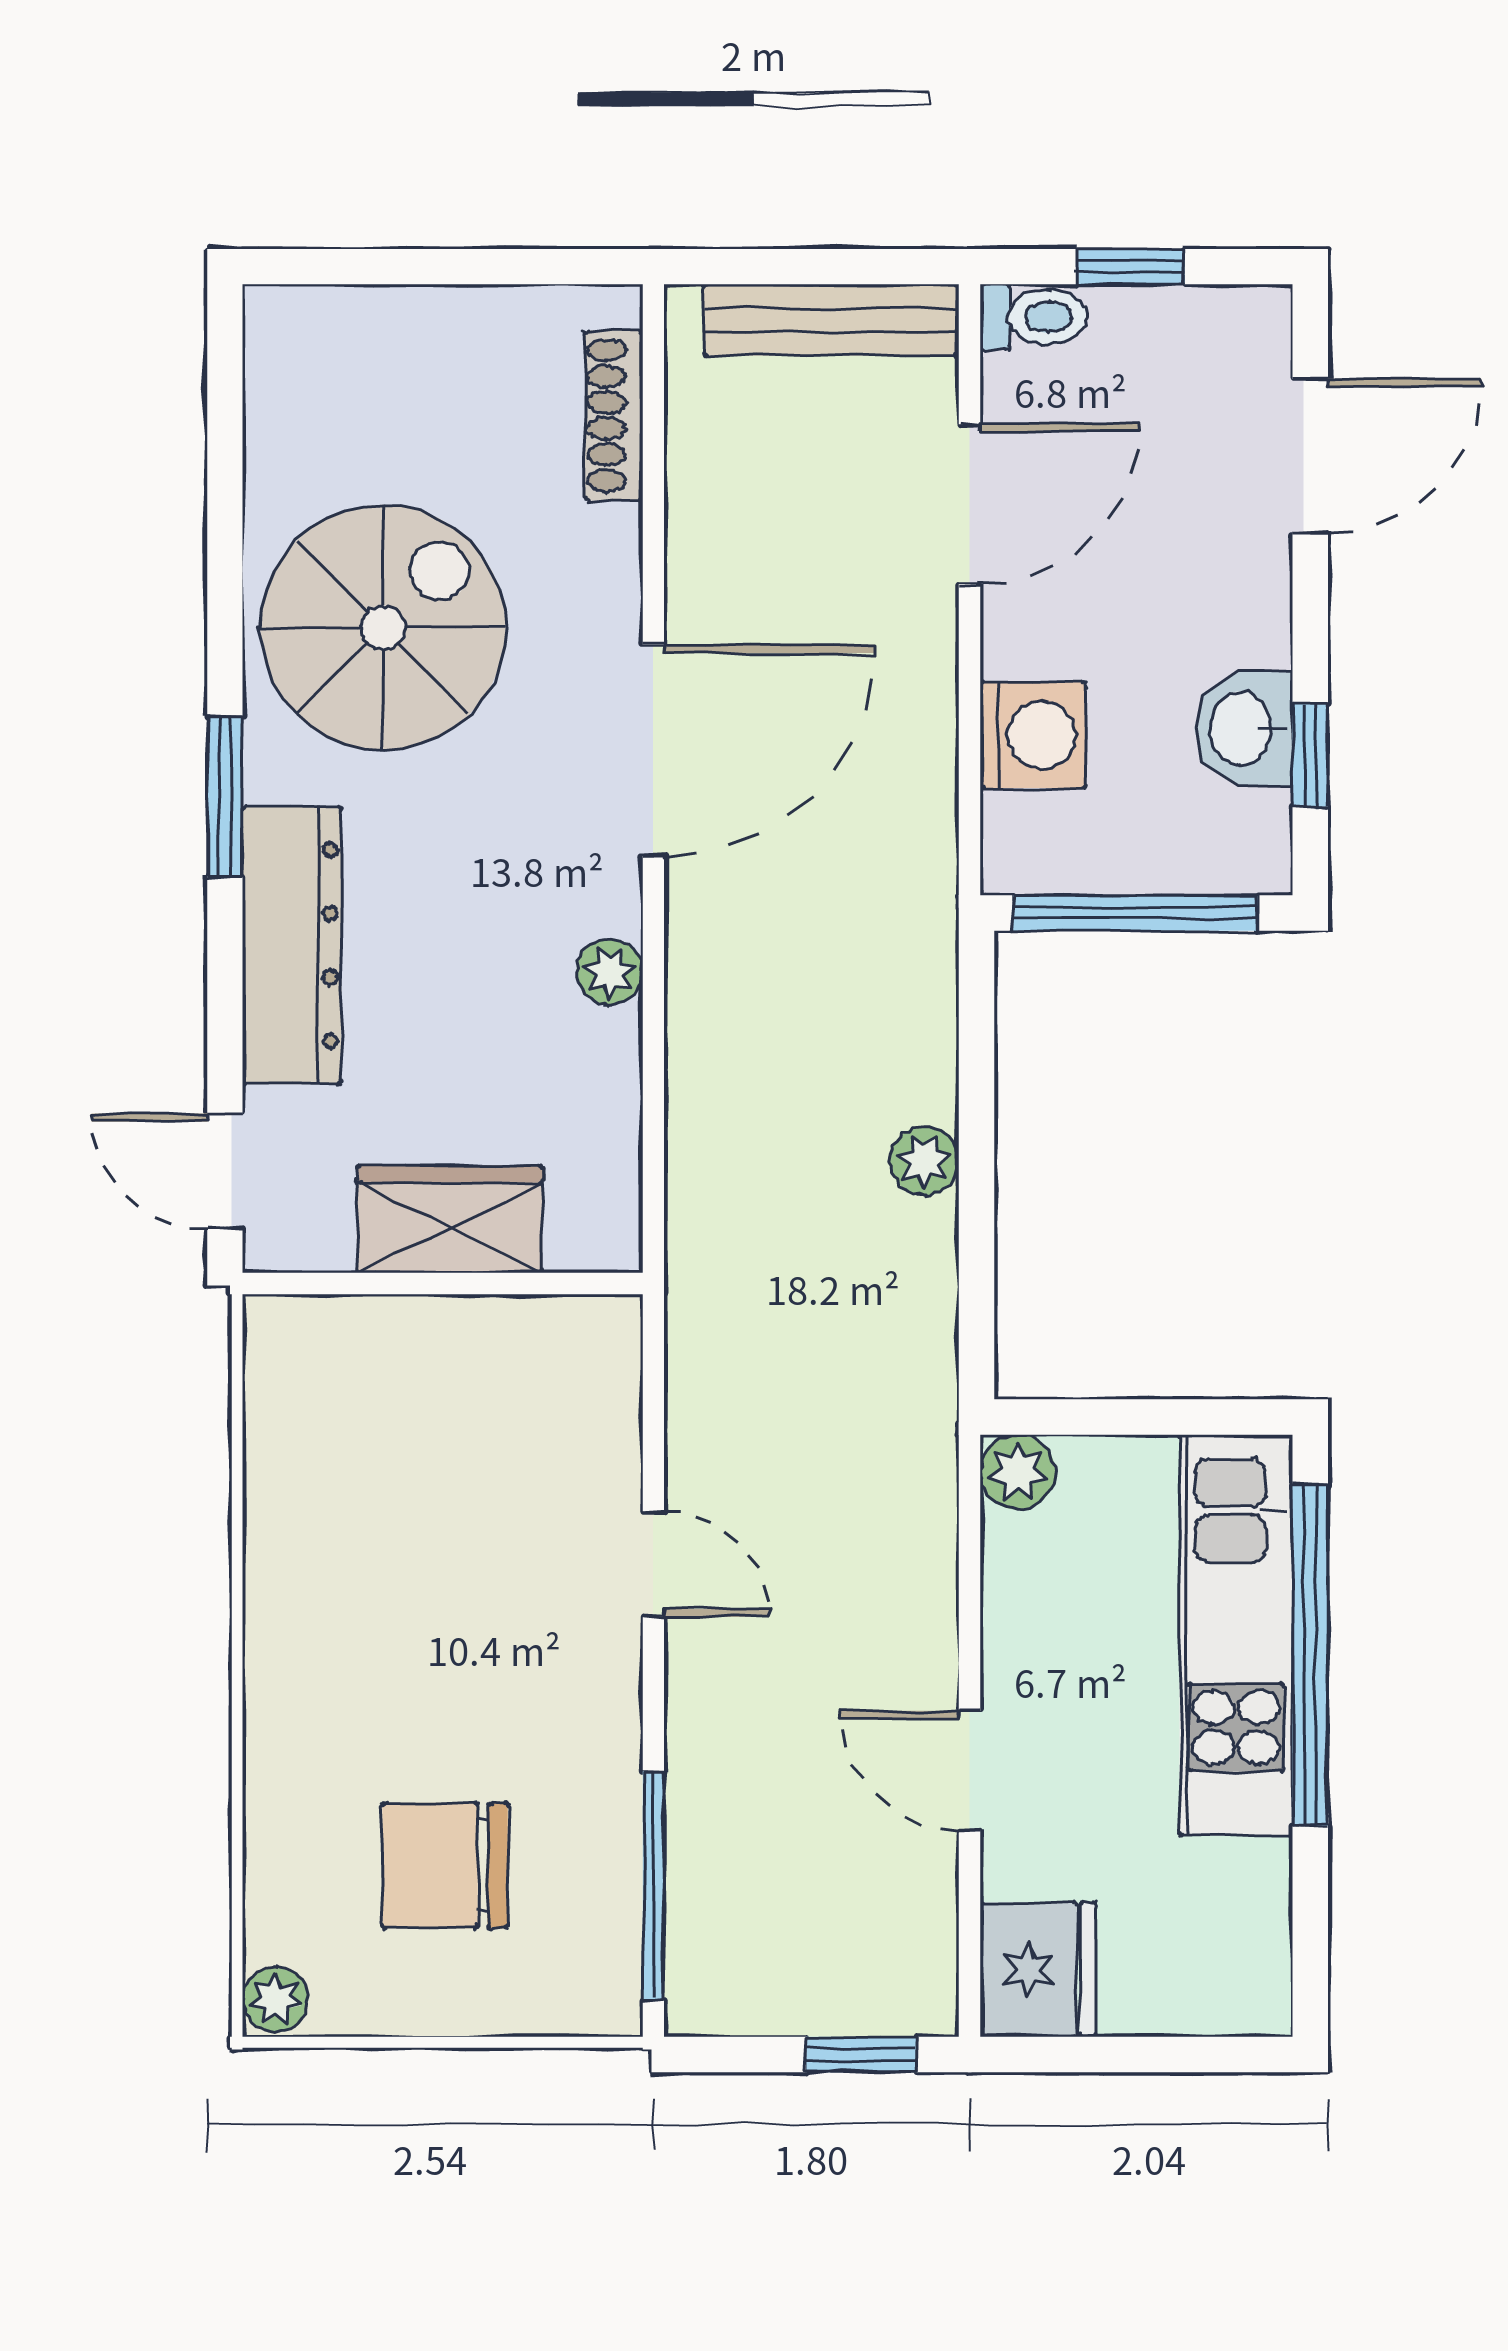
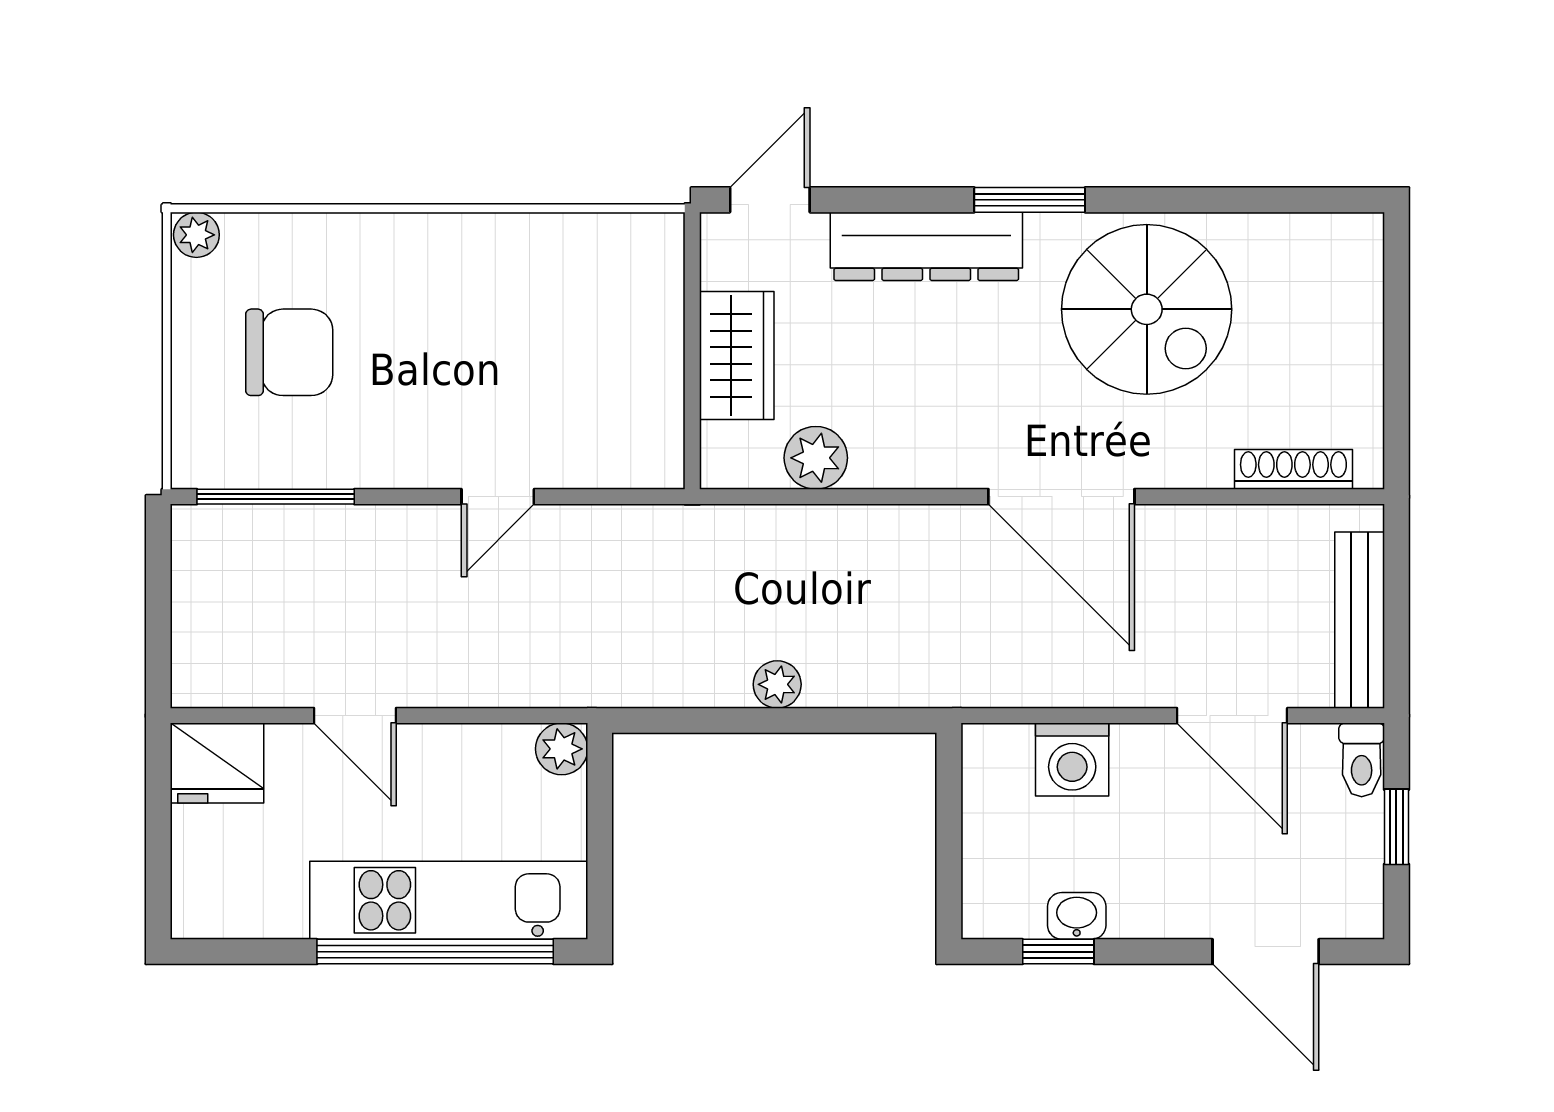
washbasin: (1244, 728) -> (1077, 916), width x0.72, depth x0.69
window: (1135, 913) -> (949, 830), removed
plant: (610, 972) -> (816, 458), moved, width x1.38, depth x1.38
door: (970, 1770) -> (355, 716), swing flipped
chair: (445, 1865) -> (289, 352), turned 90
window: (862, 2055) -> (158, 641), removed

